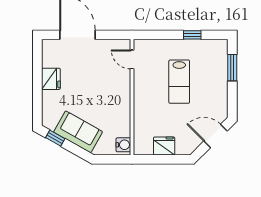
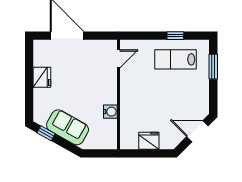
door: (132, 59) -> (118, 59), swing flipped
lab bench: (179, 82) -> (176, 59), moved, turned 90
water cooler: (123, 145) -> (110, 112), moved

